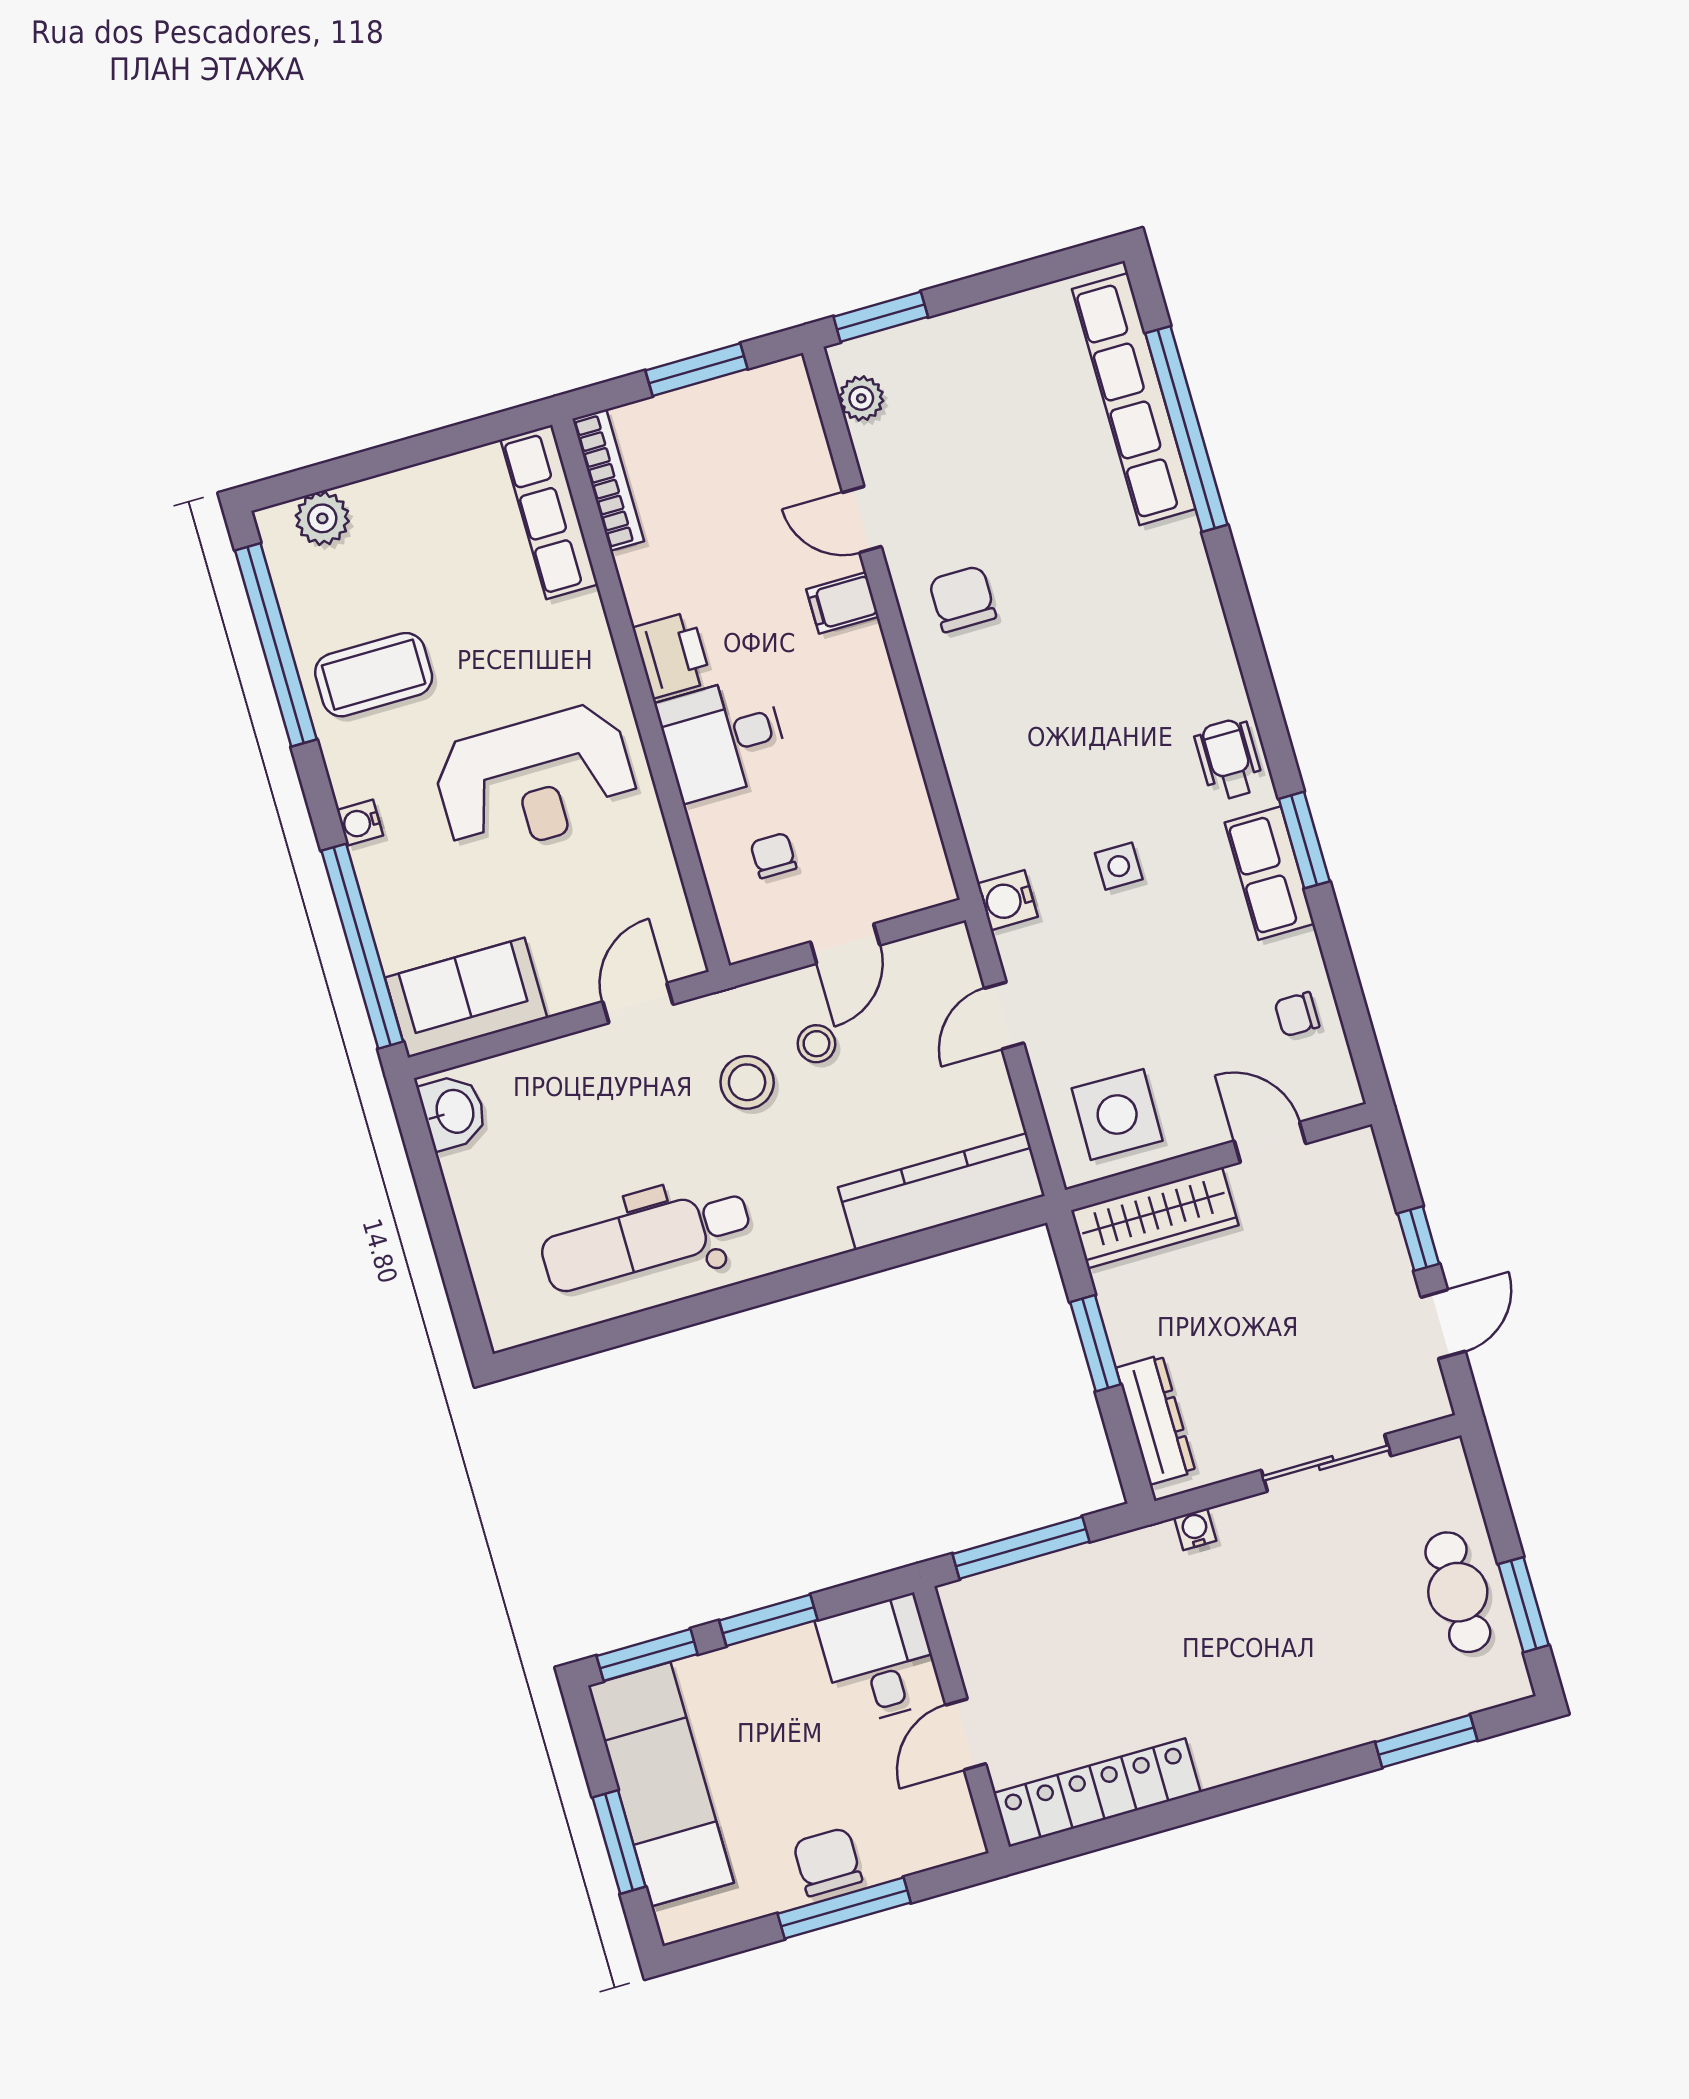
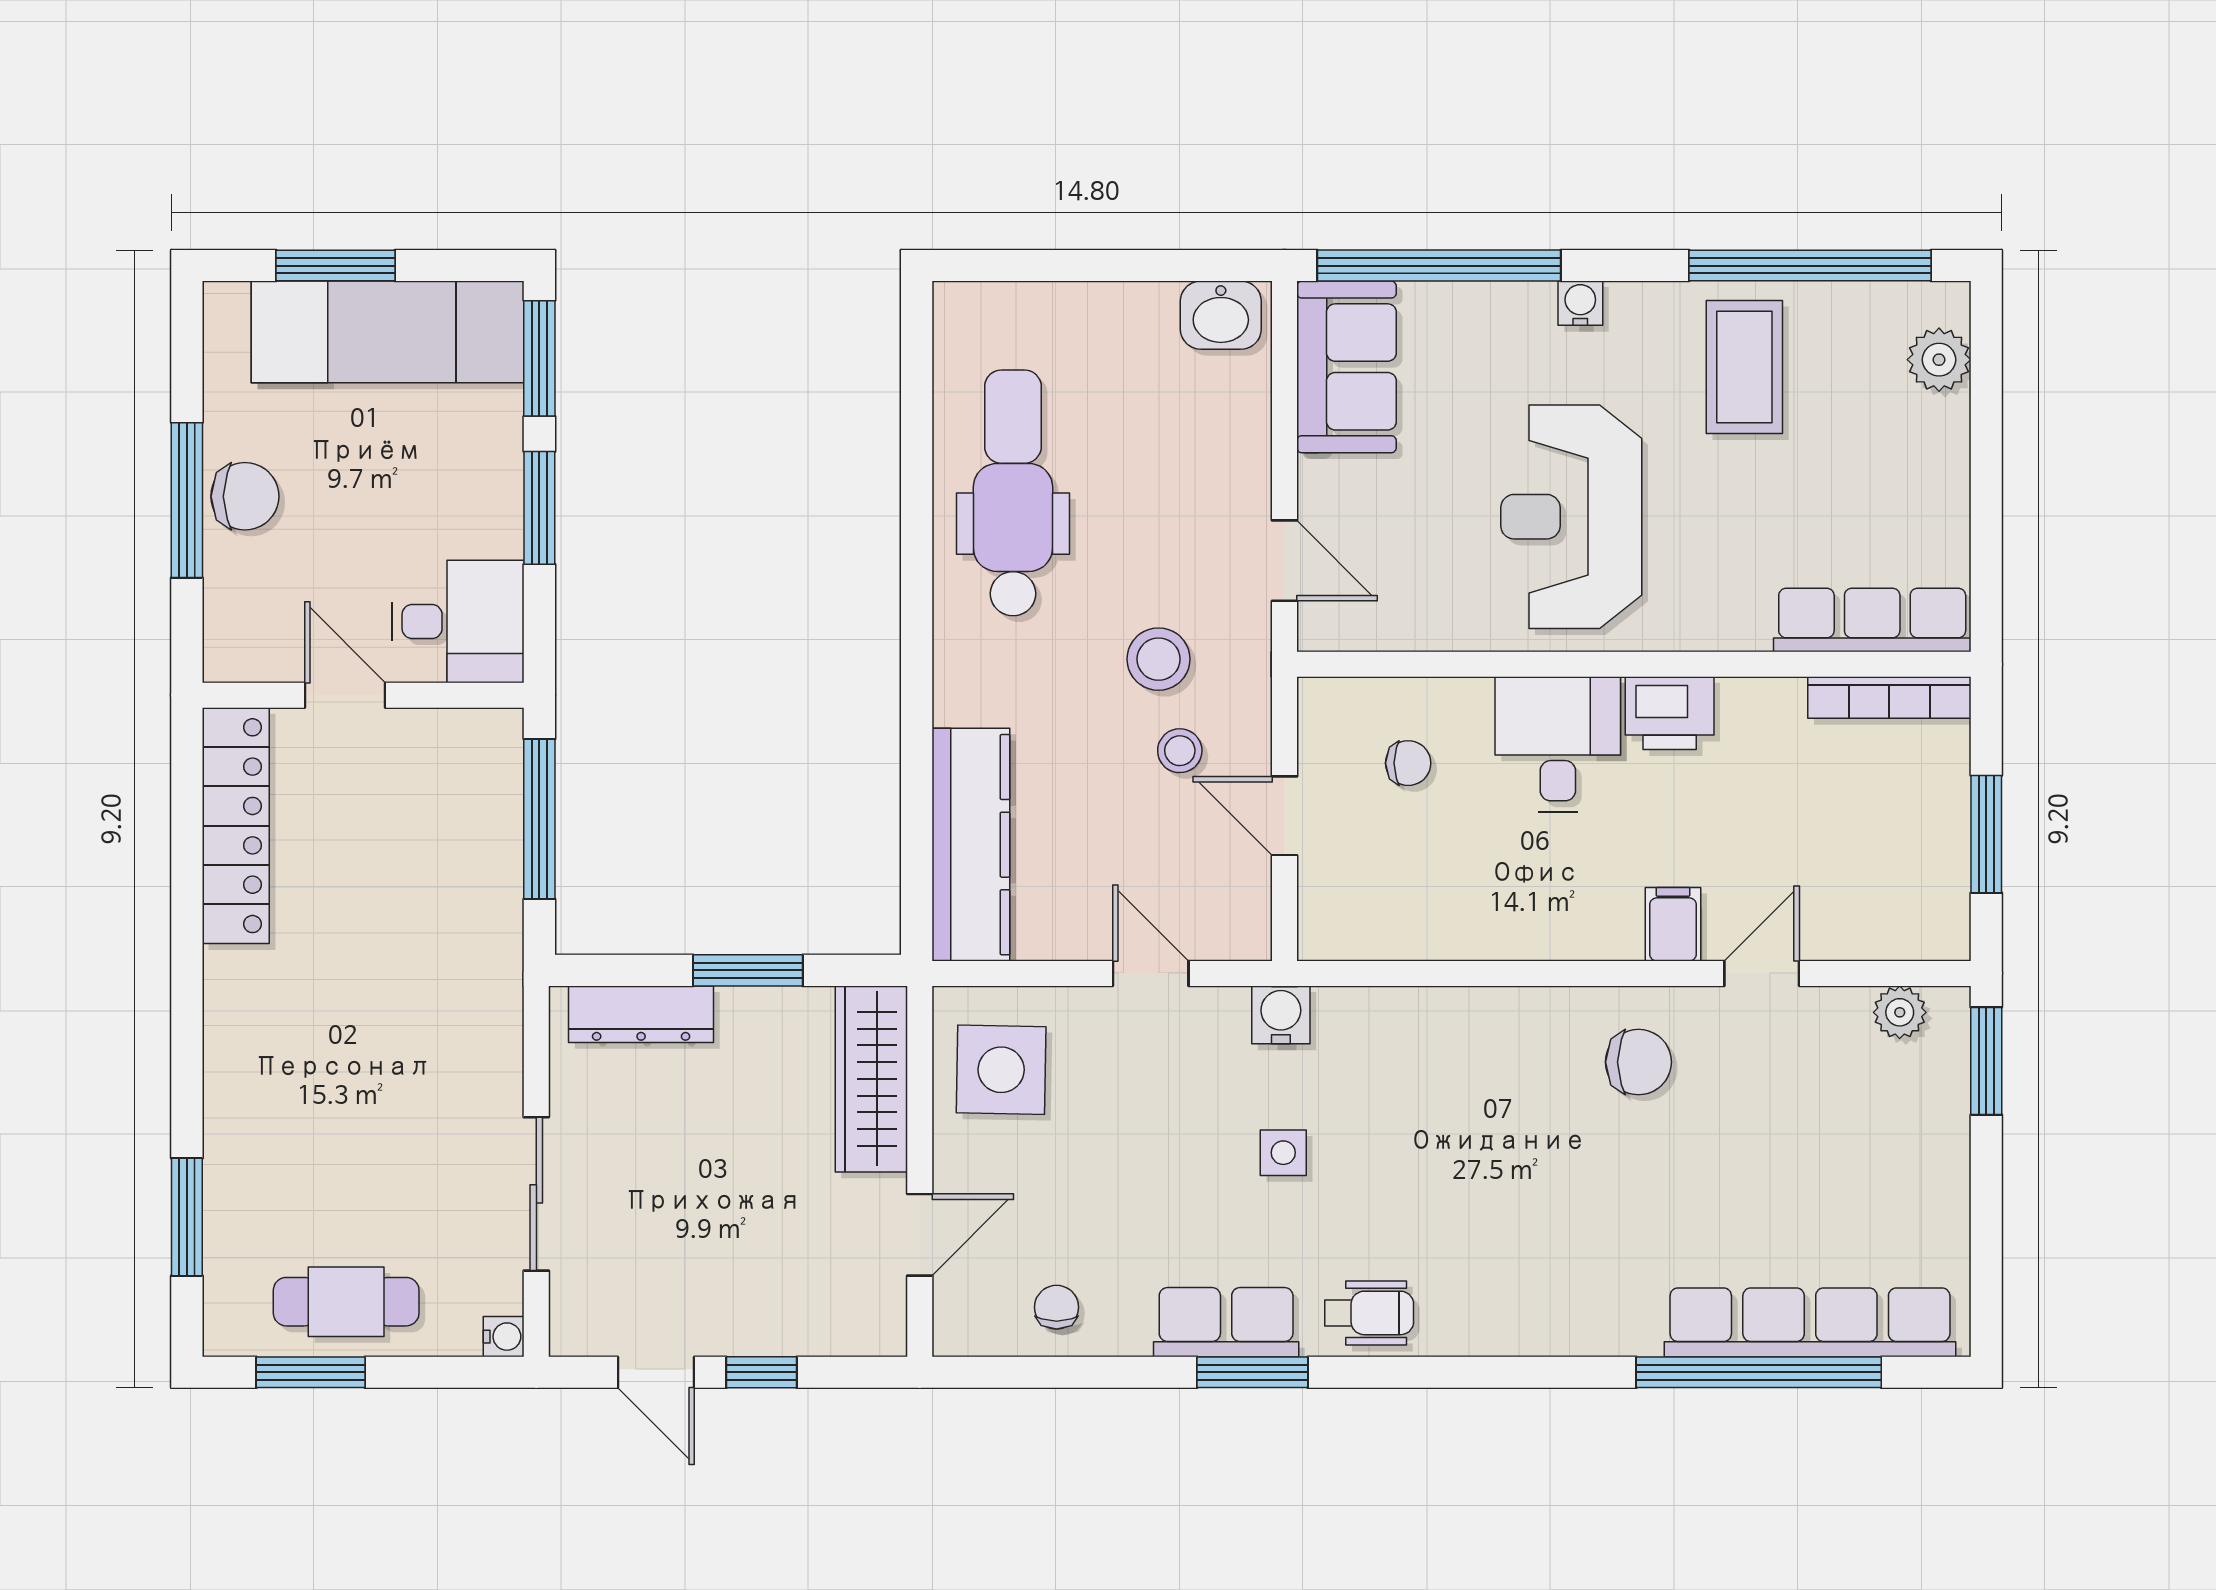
water cooler: (1195, 1529) -> (504, 1337), moved

